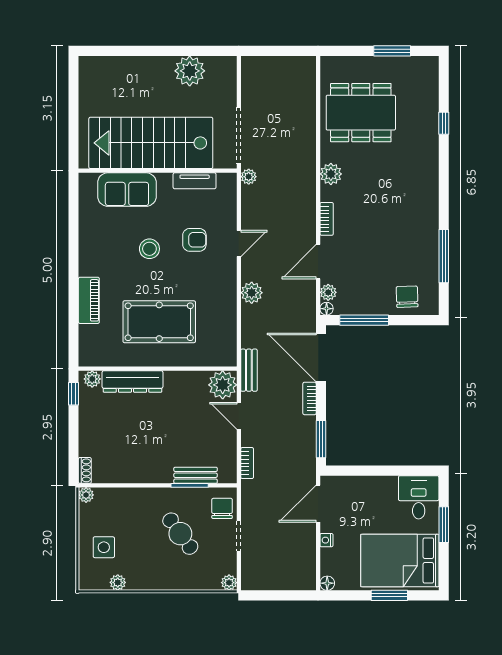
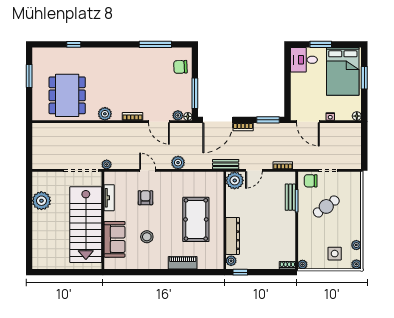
stool: (149, 249) -> (147, 237), moved
plant: (229, 583) -> (356, 264), moved

